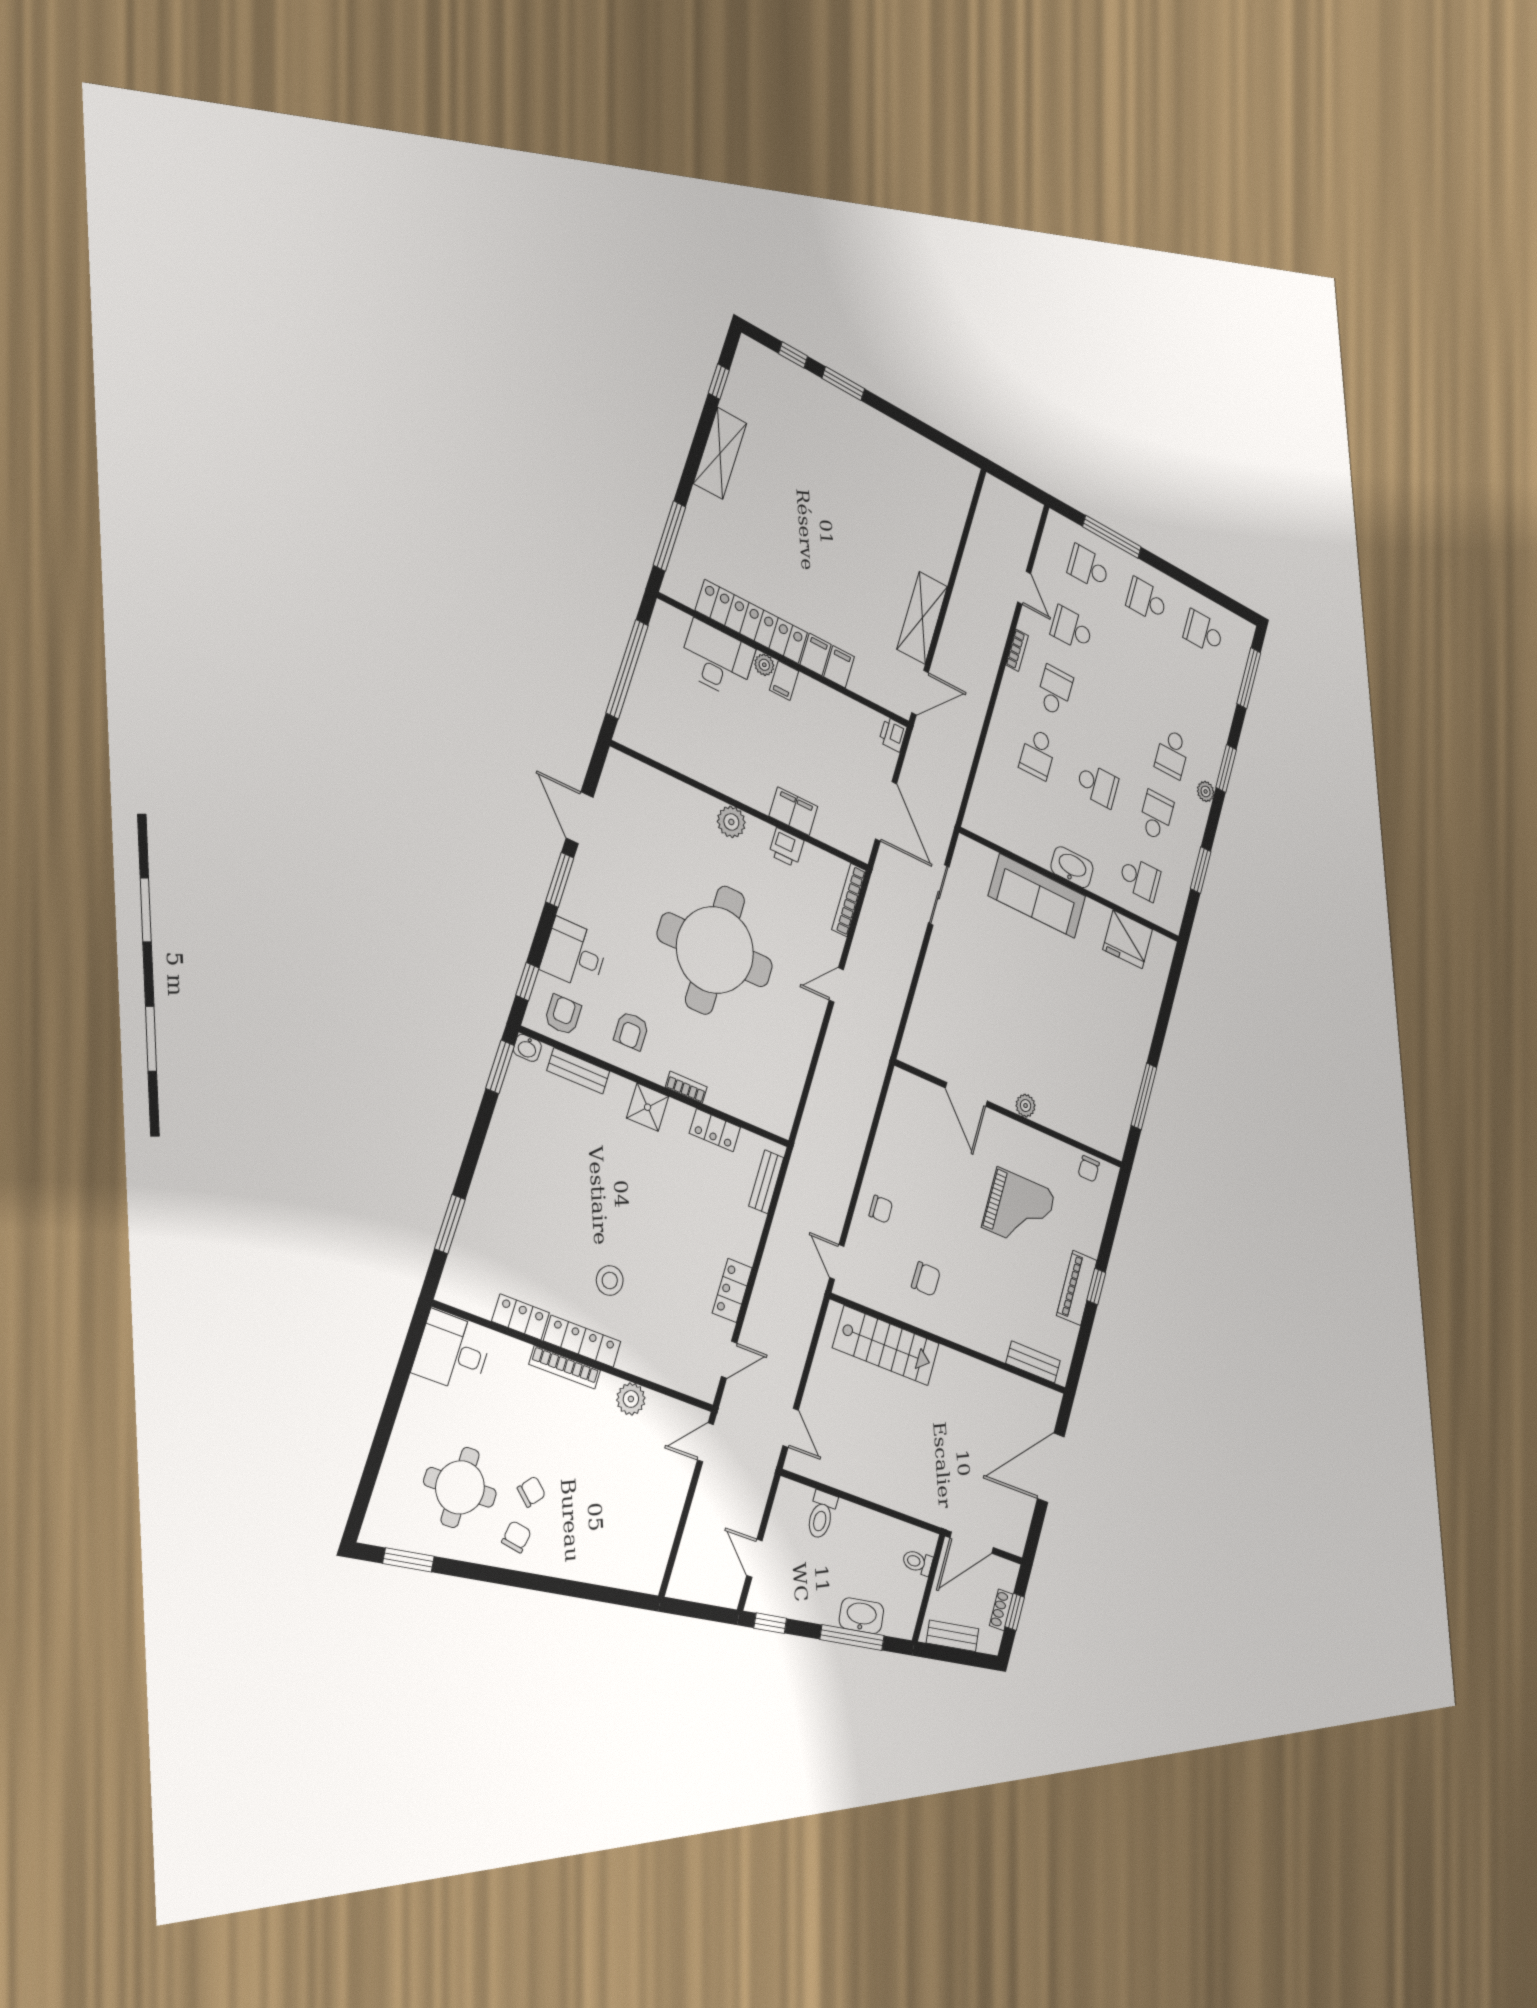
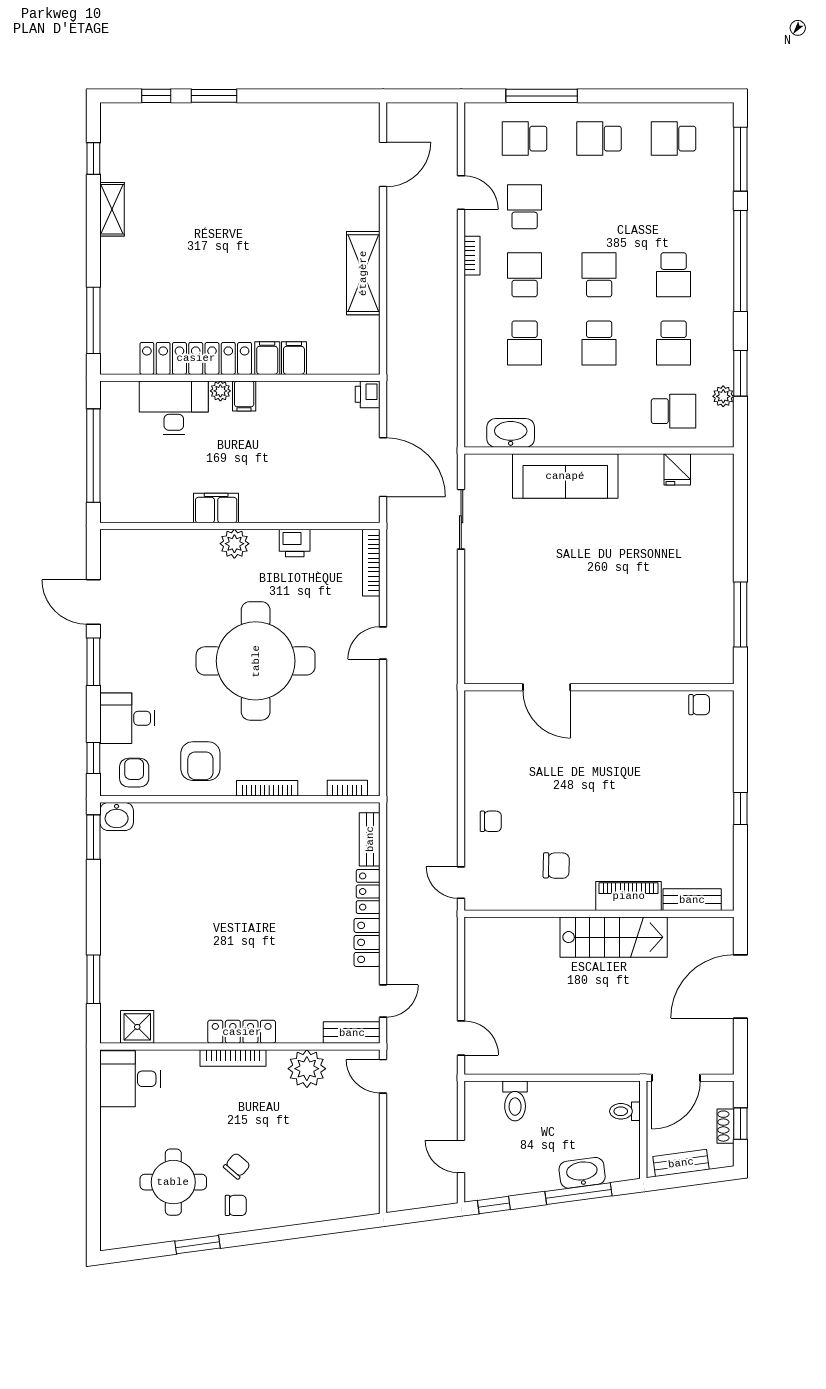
shelving: (720, 453) -> (112, 209), width x0.67, depth x0.75
school desk: (1072, 629) -> (525, 207), turned 90
door: (920, 693) -> (383, 164), moved
school desk: (1114, 723) -> (599, 275), added
window: (1226, 768) -> (740, 261), width x2.11
school desk: (1098, 785) -> (599, 343), turned 90
plant: (1206, 791) -> (723, 396), moved
filing cabinet: (793, 811) -> (216, 508), moved
school desk: (1156, 816) -> (674, 343), turned 180
washbasin: (1072, 867) -> (511, 433), moved
fridge: (1128, 939) -> (677, 469), width x0.53, depth x0.75
armchair: (631, 1031) -> (200, 761), width x1.38, depth x1.38
washbasin: (527, 1048) -> (117, 817), width x1.38, depth x1.45
bench: (578, 1071) -> (352, 1033), moved
bookcase: (686, 1087) -> (267, 788), width x1.56
plant: (1026, 1106) -> (613, 673), removed
shower: (648, 1107) -> (137, 1027), moved
bookcase: (761, 1119) -> (347, 788), added
locker: (715, 1130) -> (368, 892), moved, turned 90
chair: (1089, 1169) -> (699, 705), turned -90
grand piano: (1019, 1209) -> (634, 769), removed
stool: (610, 1280) -> (250, 974), removed
piano: (1077, 1288) -> (629, 896), moved, turned 90
locker: (521, 1317) -> (180, 1031), removed
stairs: (886, 1346) -> (614, 937), moved
plant: (631, 1399) -> (307, 1069), width x1.36, depth x1.36
door: (705, 1442) -> (383, 1076), hinge flipped
chair: (516, 1537) -> (236, 1205), turned 80
window: (408, 1560) -> (198, 1245), moved

